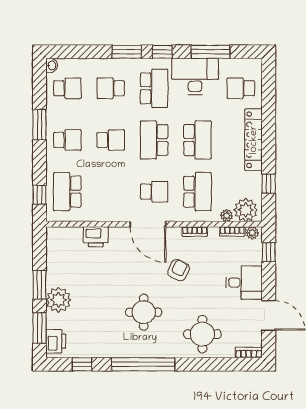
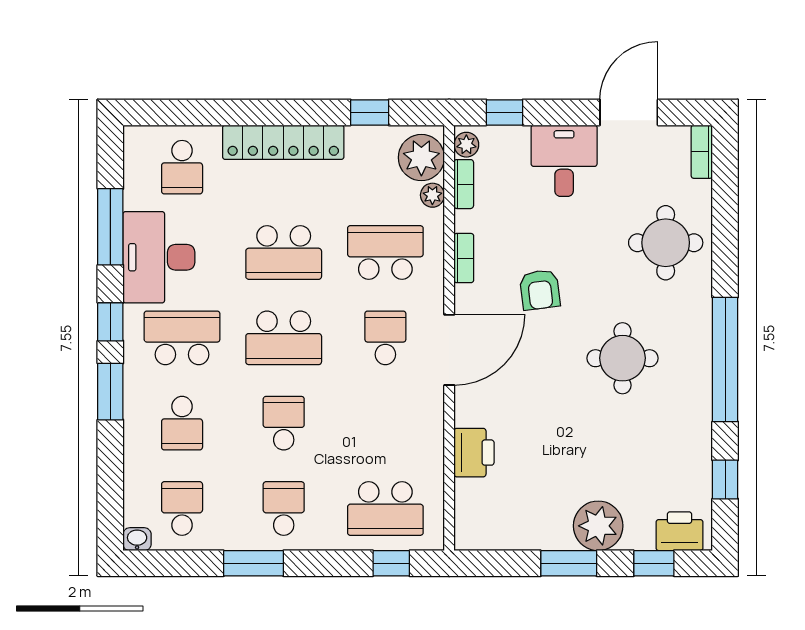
school desk: (197, 140) -> (284, 253), turned 180
armchair: (179, 270) -> (540, 290), turned -123
window: (39, 328) -> (654, 563), width x0.67

